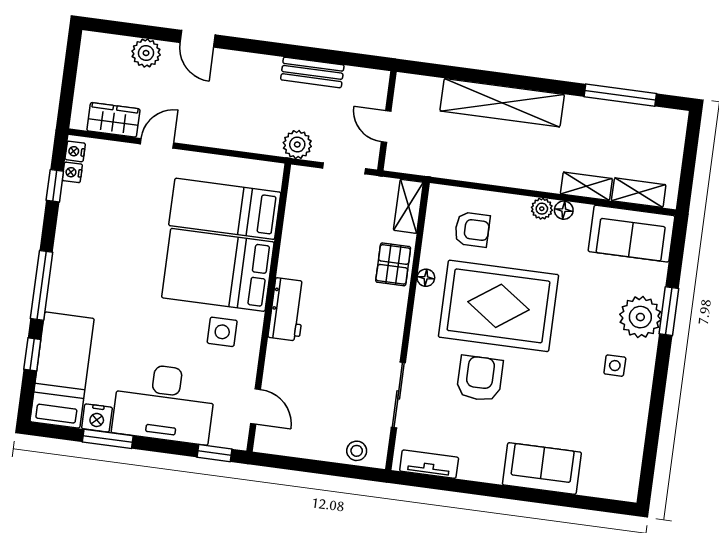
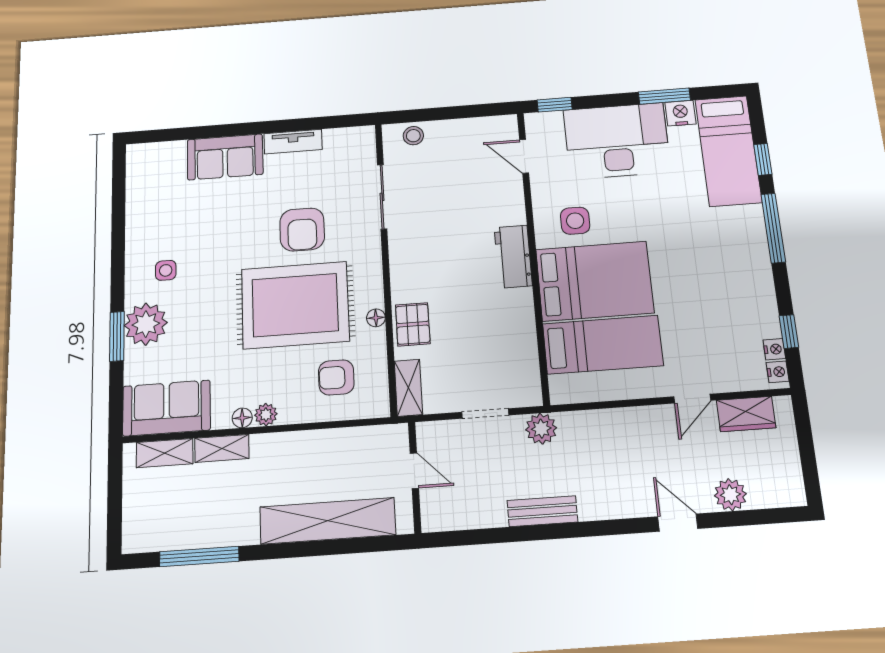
wall: (387, 121) -> (415, 477), moved
door: (386, 127) -> (414, 471), moved
tv unit: (429, 464) -> (293, 142), moved

